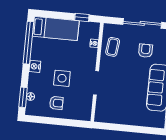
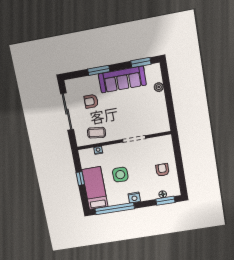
window: (82, 17) -> (80, 179), moved
side table: (62, 78) -> (120, 175), moved
plant: (141, 121) -> (159, 87), added

